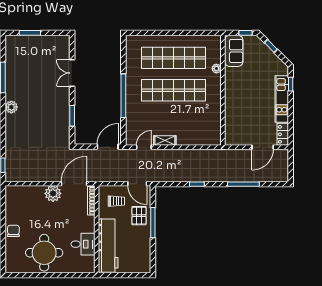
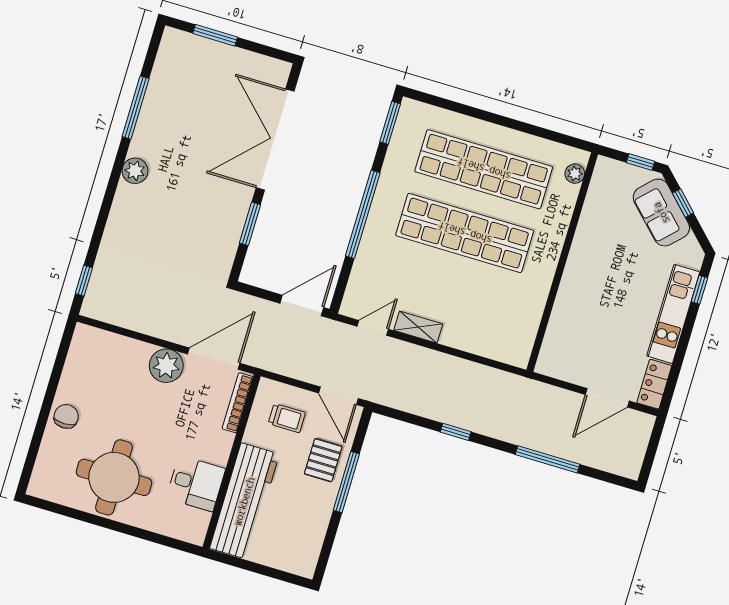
window: (123, 49) -> (390, 123), added
sofa: (234, 51) -> (661, 213), moved, turned 135
plant: (216, 69) -> (575, 174), moved
double door: (72, 73) -> (275, 139), width x1.87

